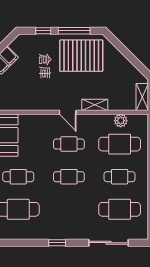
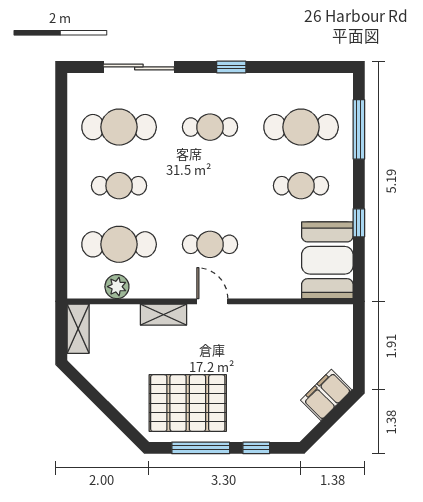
cafe table: (69, 177) -> (210, 127), moved

